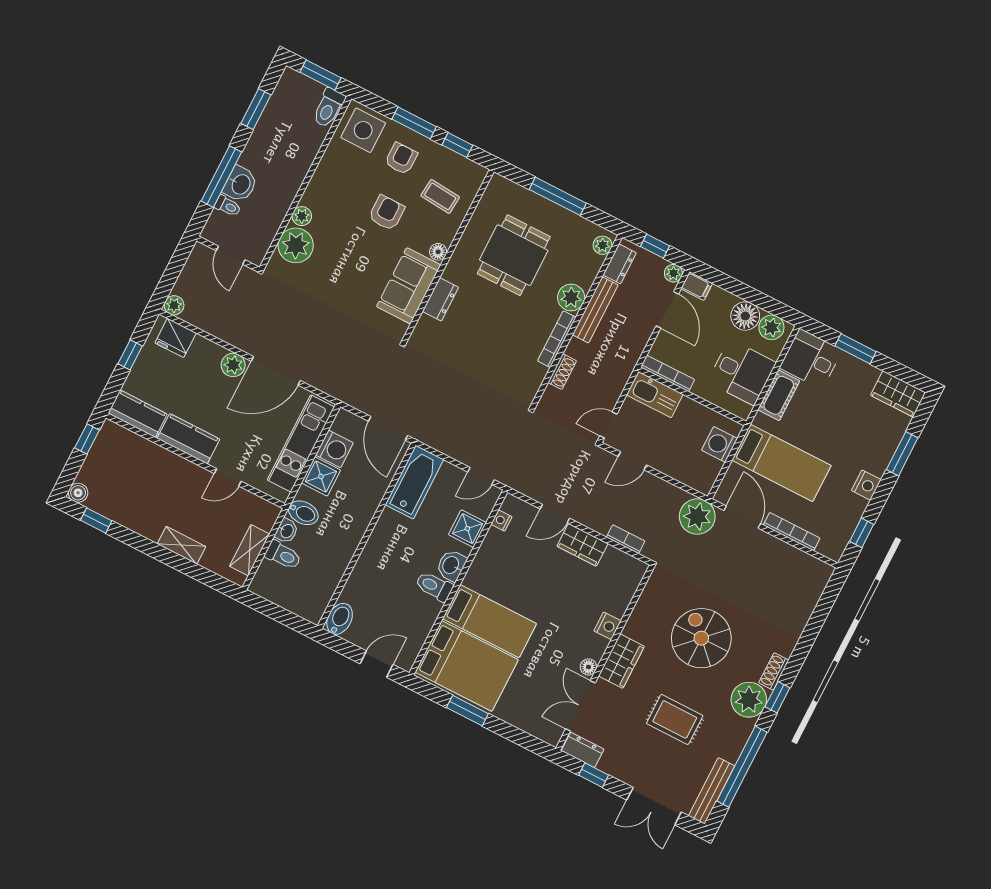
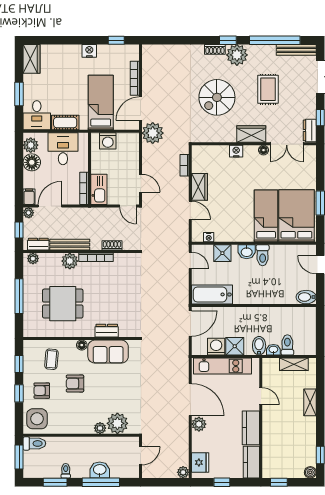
window: (414, 123) -> (19, 393), width x0.67
toilet: (228, 206) -> (66, 471), moved
window: (902, 454) -> (63, 40), removed

